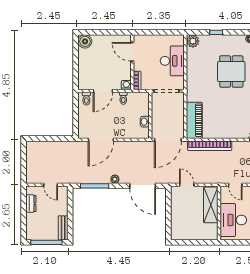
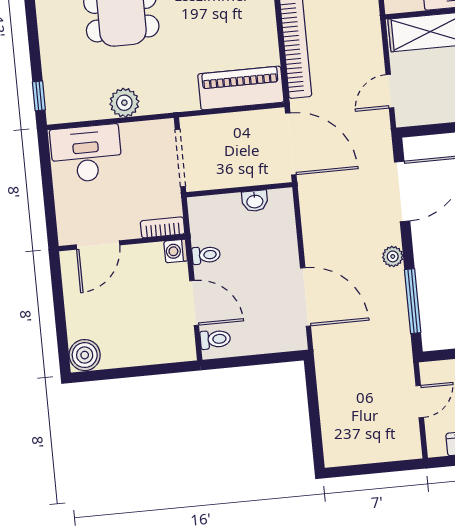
window: (216, 32) -> (39, 96), moved
plant: (193, 41) -> (124, 103), moved
desk: (172, 61) -> (86, 154), moved

